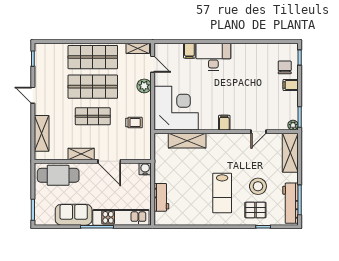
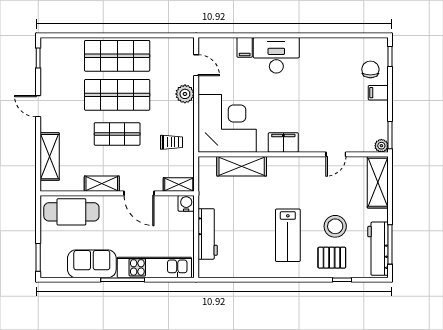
shelving: (138, 48) -> (179, 185), moved
filing cabinet: (224, 123) -> (283, 142), width x2.00
workbench: (161, 197) -> (208, 234), width x1.38

